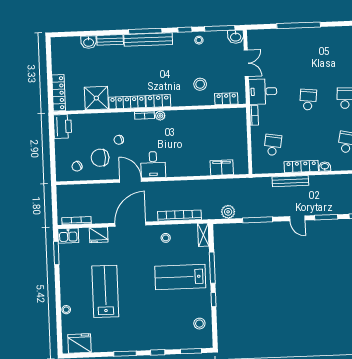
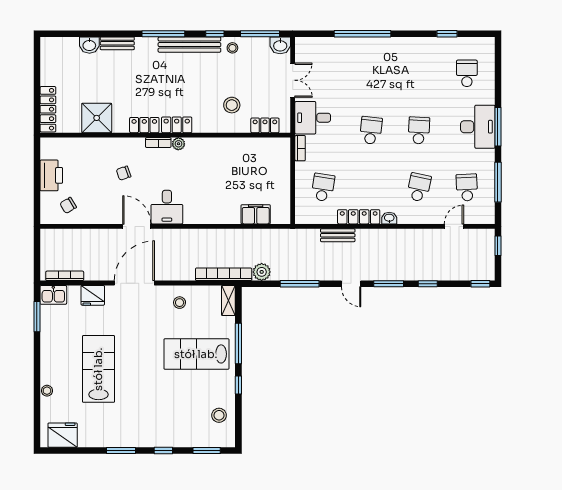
bench: (148, 39) -> (189, 45), moved
locker: (127, 102) -> (144, 125), width x0.66
printer: (62, 126) -> (51, 175), moved
chair: (100, 158) -> (98, 195), removed
bench: (290, 181) -> (338, 235), width x0.73
bookcase: (179, 216) -> (224, 274), moved

